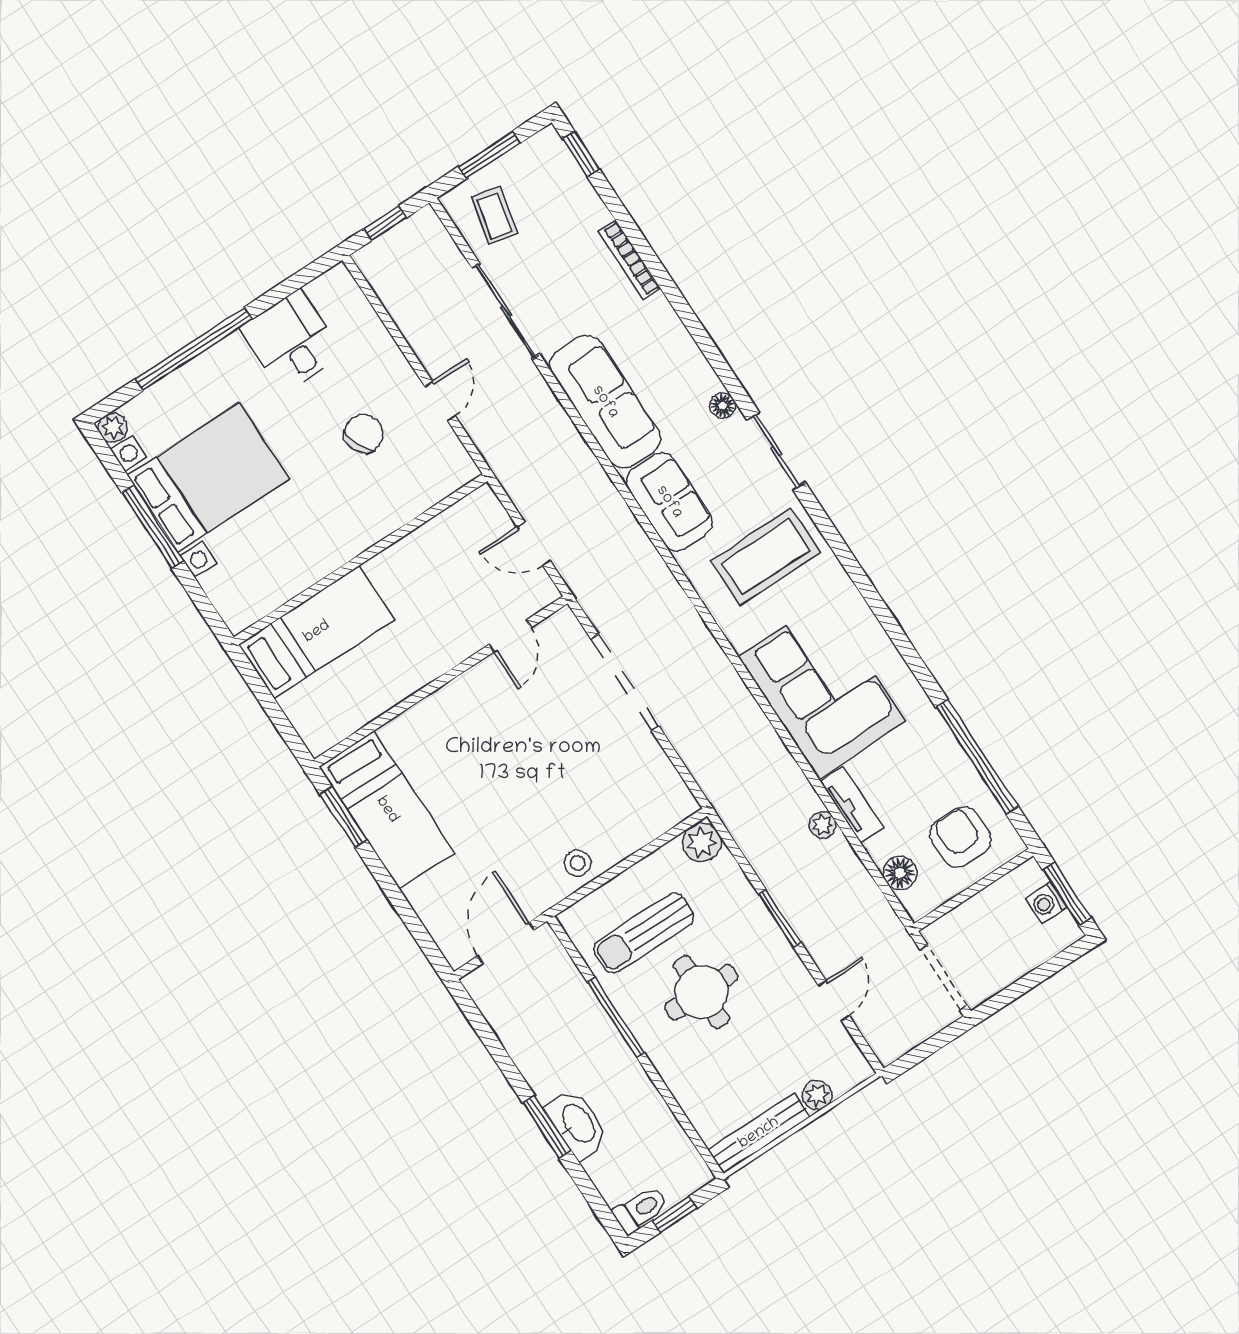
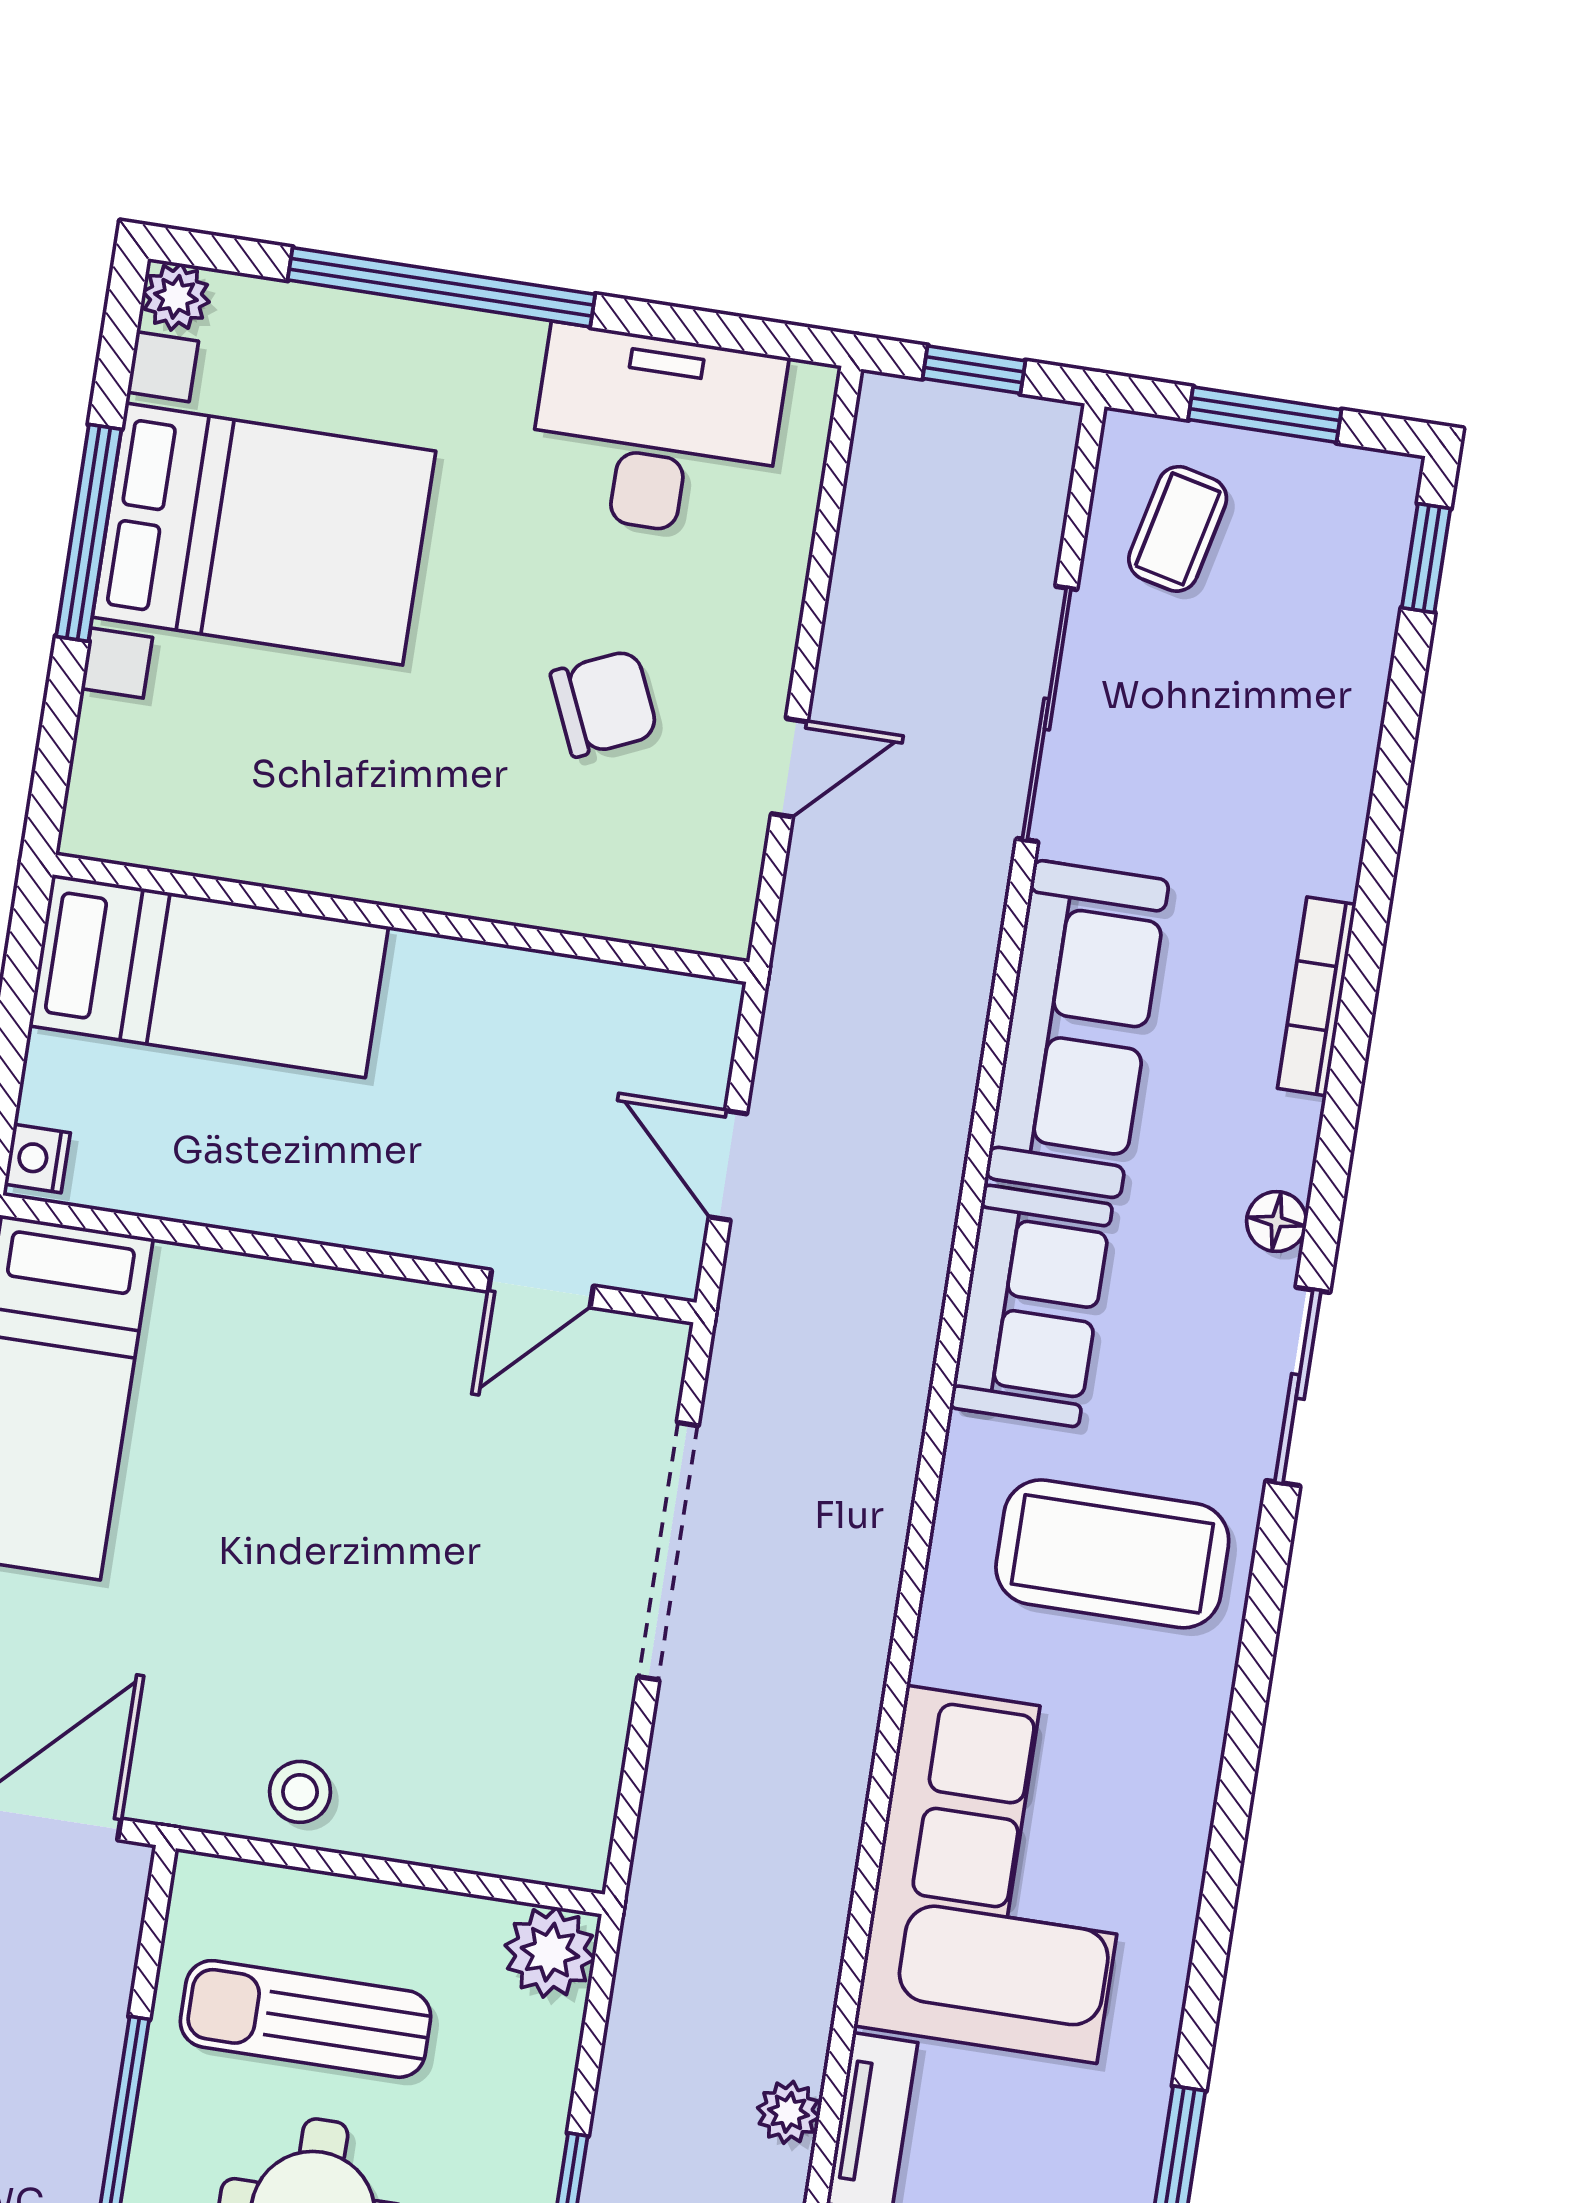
bookcase: (630, 260) -> (1317, 996), moved
desk: (291, 341) -> (656, 433), width x1.37
nightstand: (315, 738) -> (37, 1158), added

